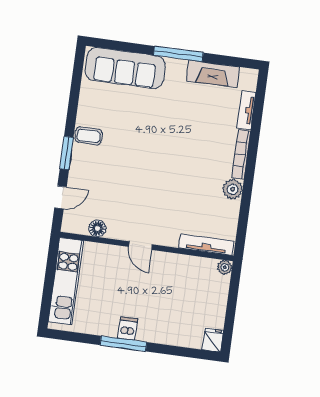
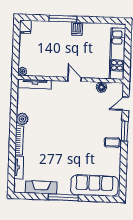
window: (123, 344) -> (63, 19), moved

